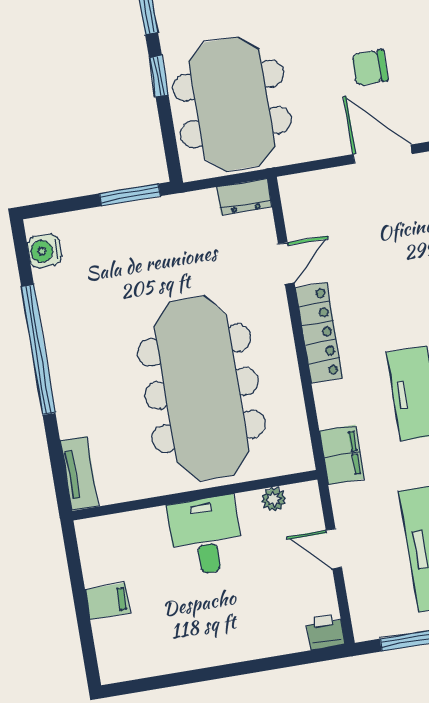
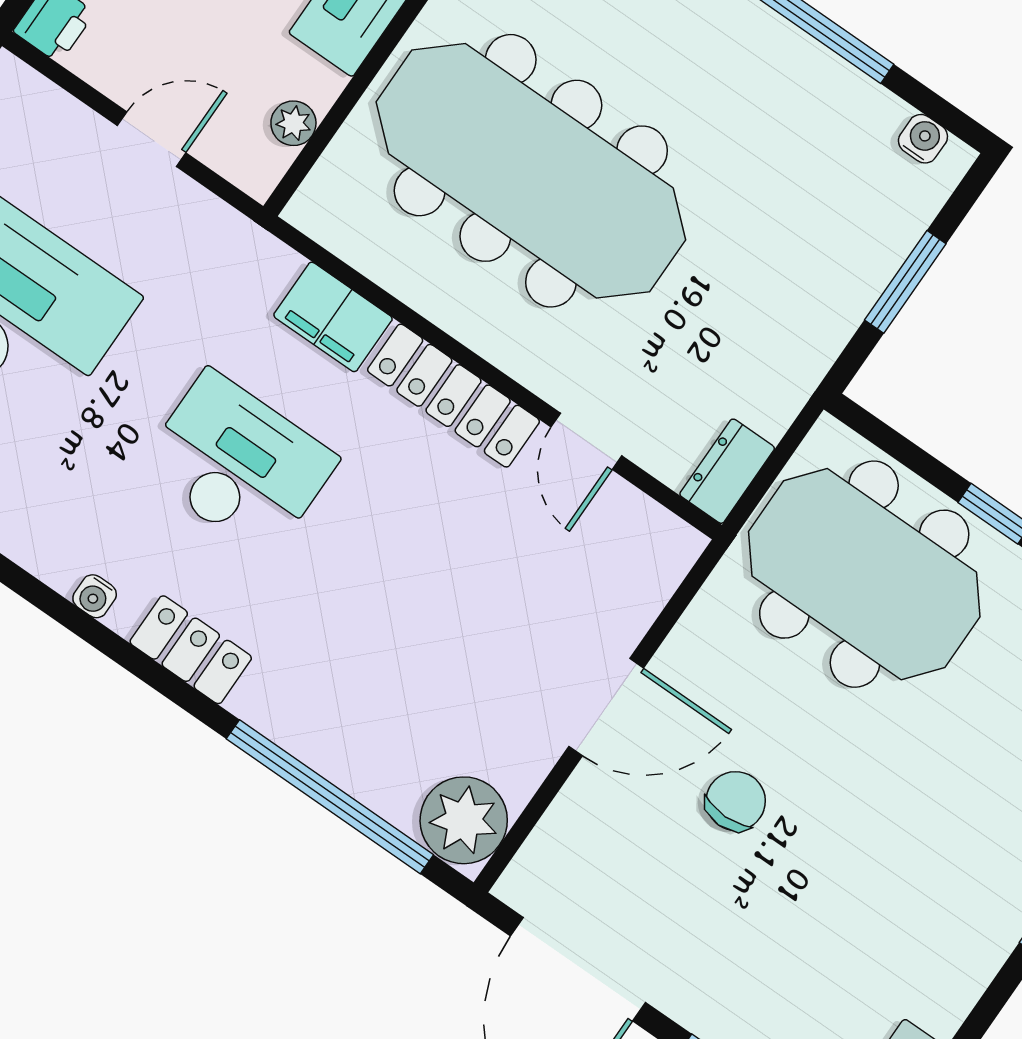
window: (130, 195) -> (905, 282), moved
water cooler: (44, 251) -> (923, 139), width x0.72, depth x0.72
filing cabinet: (342, 455) -> (333, 317), moved

